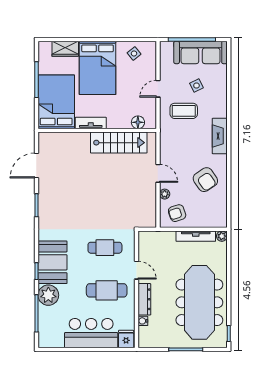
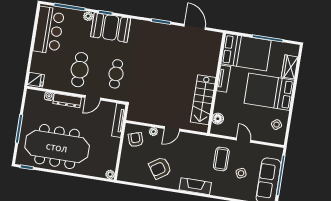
tv unit: (196, 236) -> (119, 120), moved
plant: (48, 295) -> (88, 16), width x0.53, depth x0.53
bar counter: (91, 333) -> (49, 30), moved

